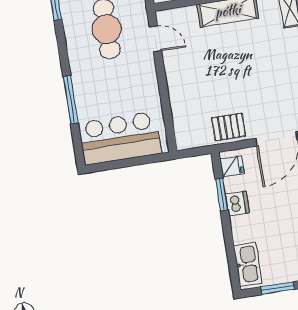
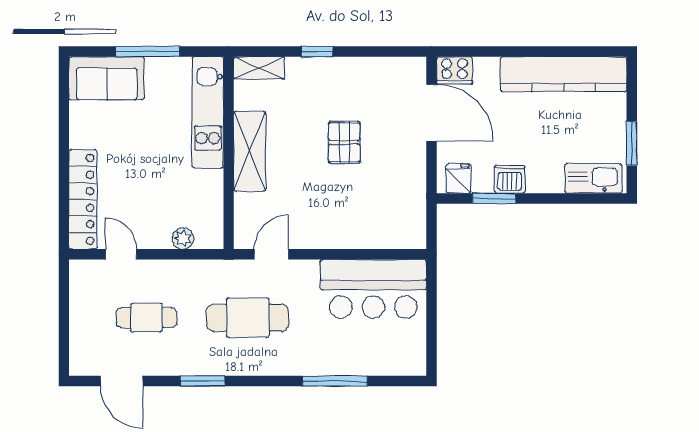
pallet: (229, 127) -> (344, 142), moved
bar counter: (120, 138) -> (373, 289), moved, turned -90

